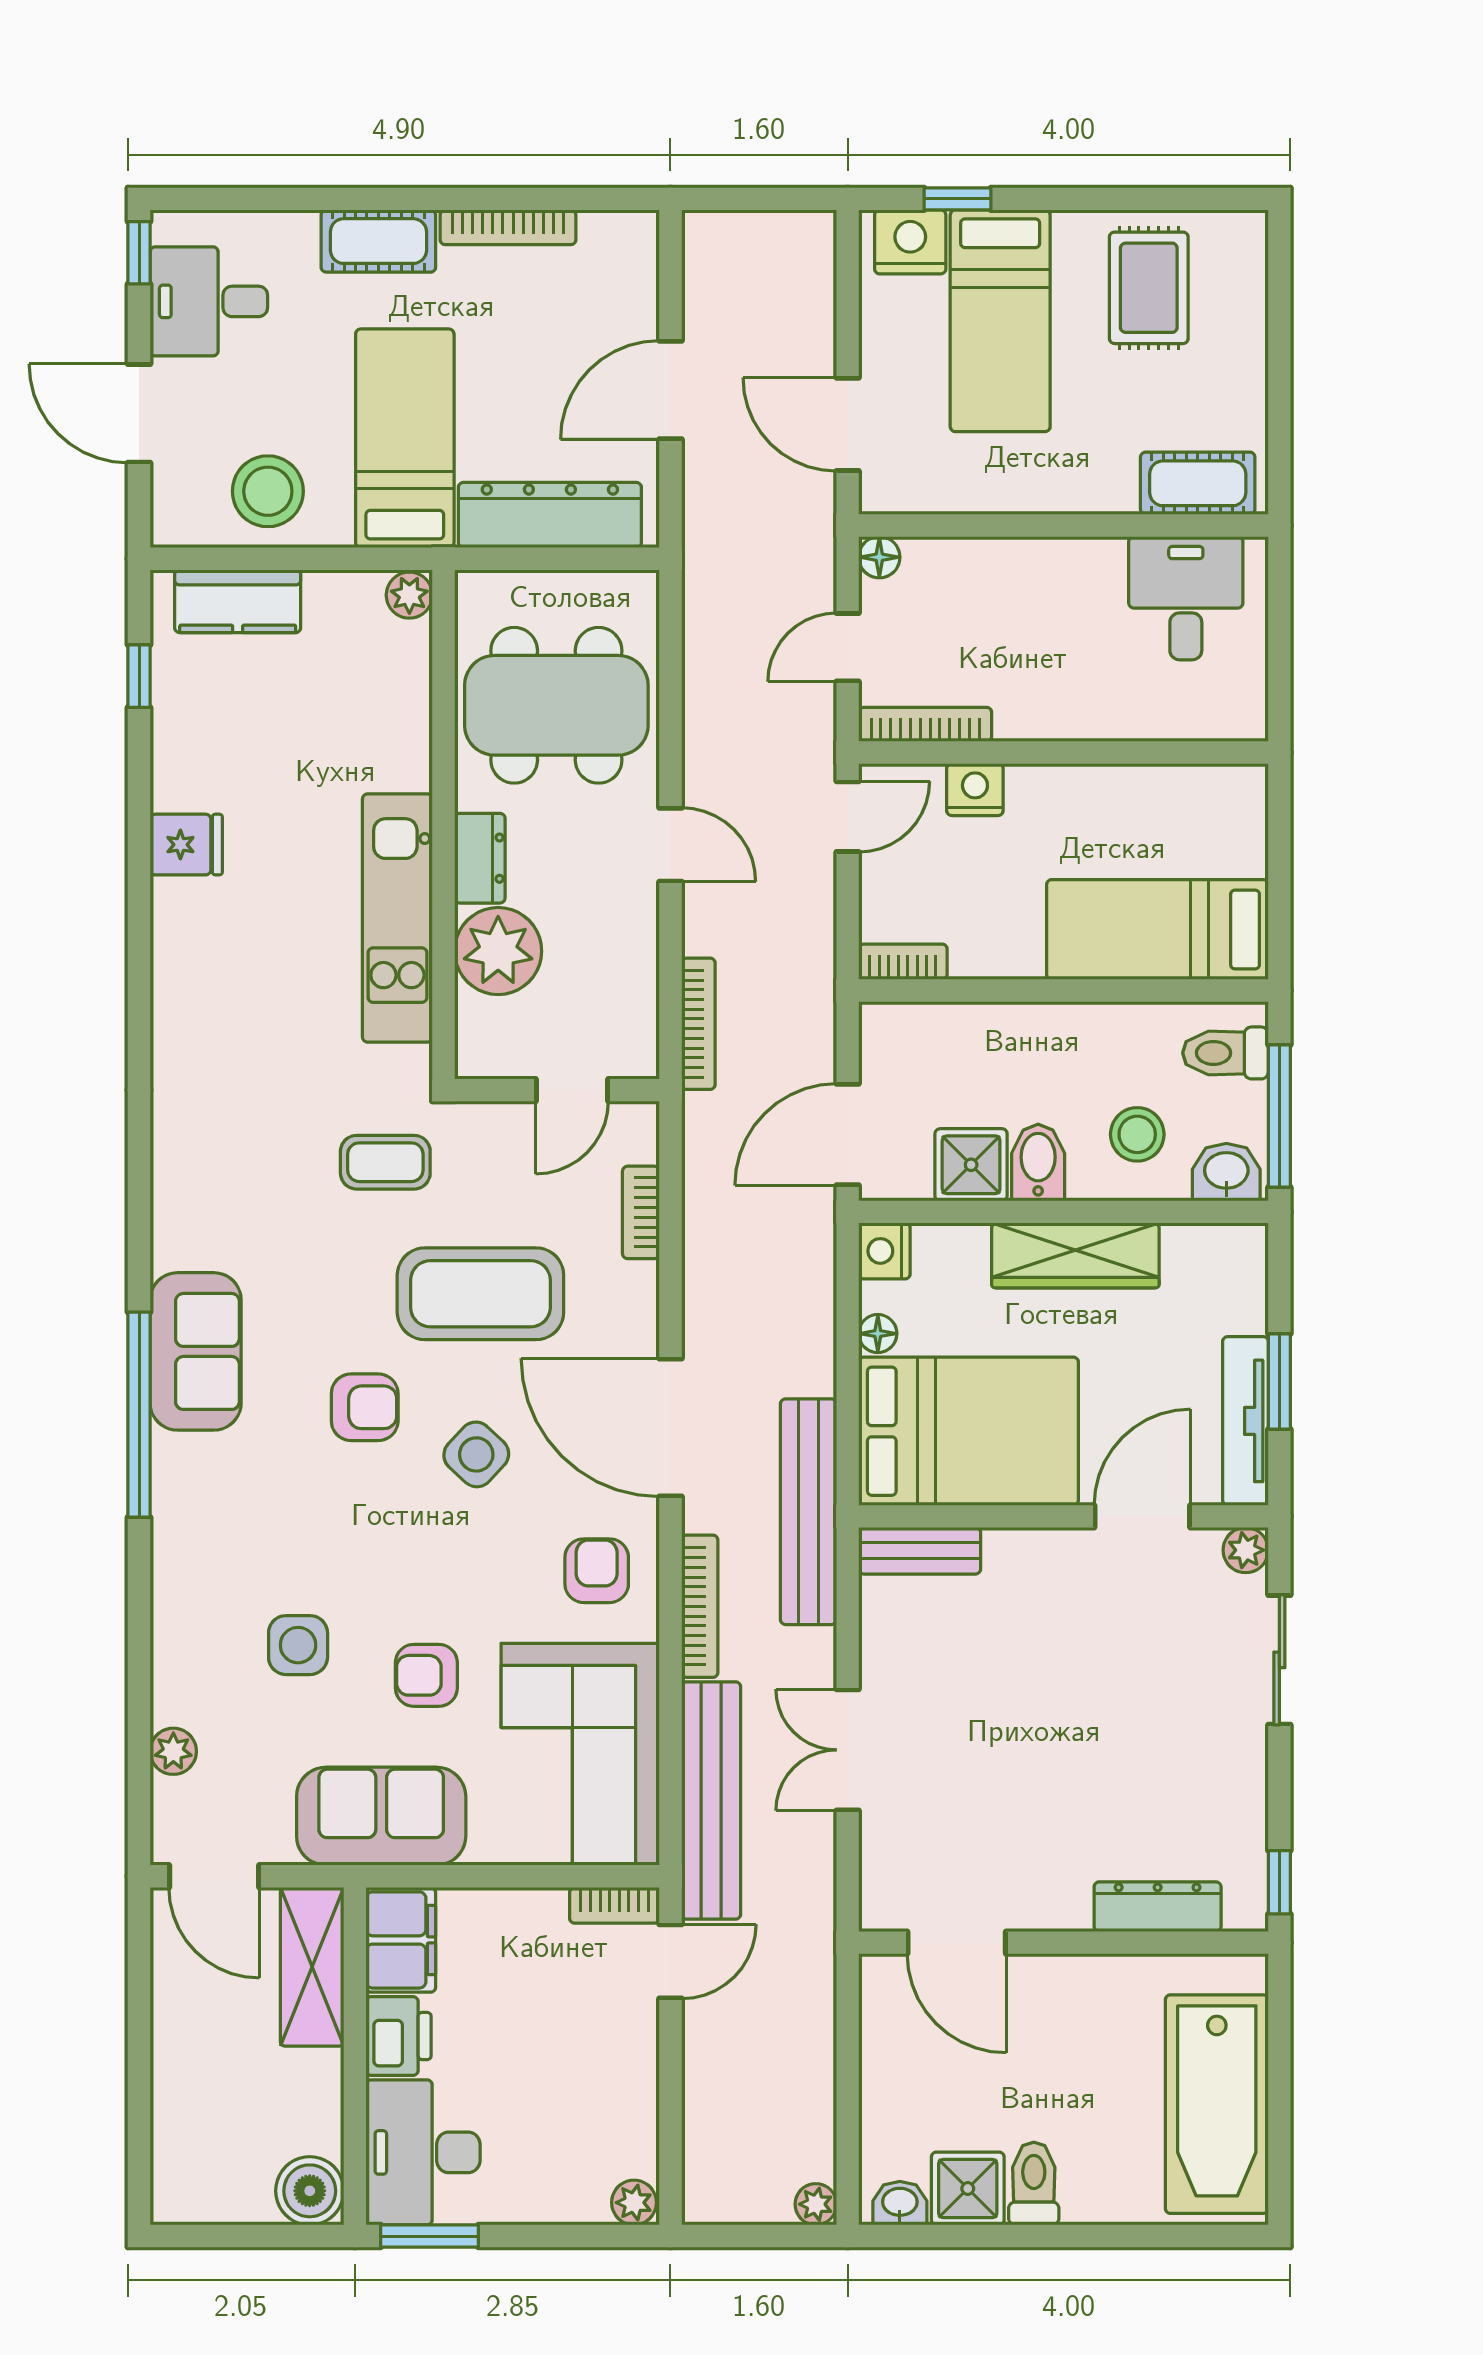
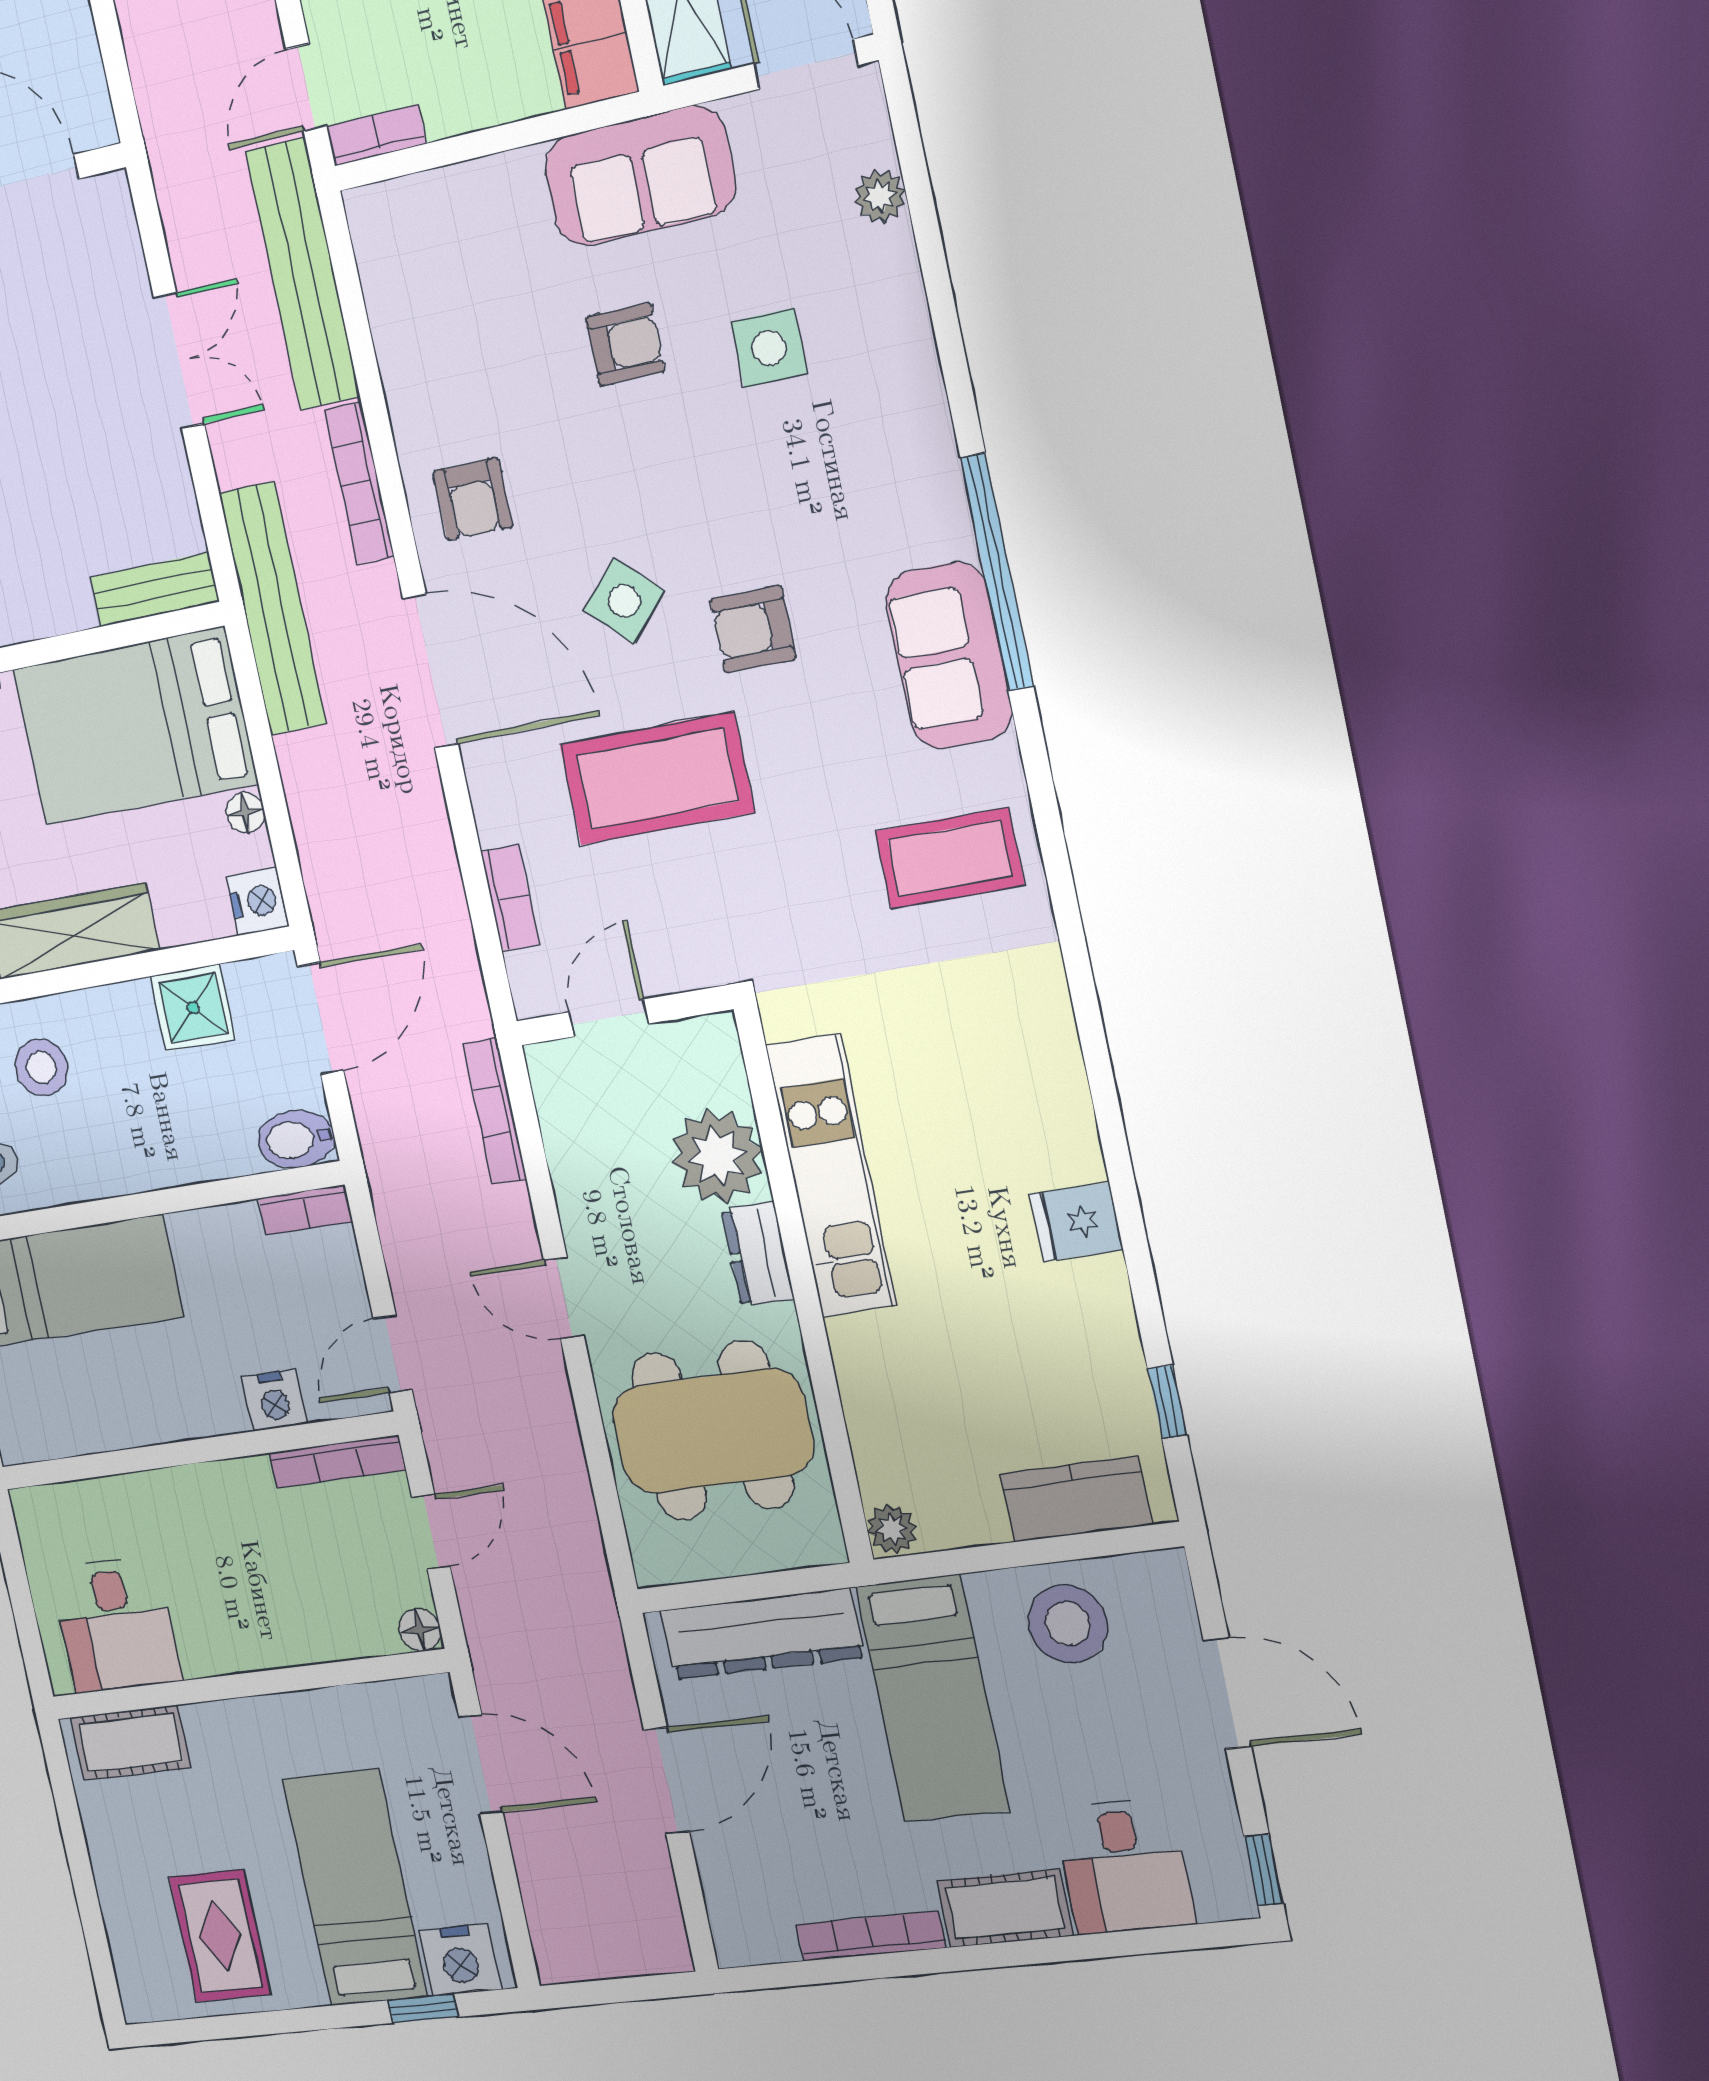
desk: (209, 301) -> (1124, 1866), moved, turned 90
coffee table: (385, 1162) -> (950, 858), moved, width x1.36, depth x1.30
bidet: (1038, 1162) -> (296, 1139), moved, turned 90
corner sofa: (580, 1754) -> (447, 294), removed

